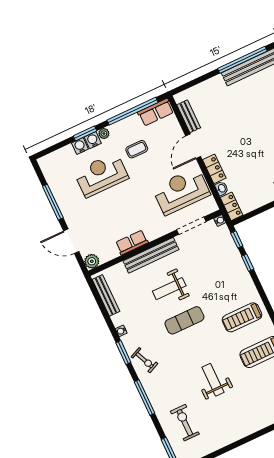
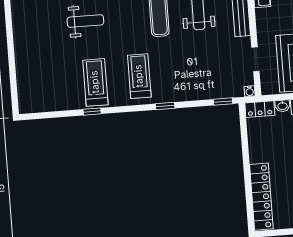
doorway: (191, 226) -> (255, 59), width x0.73
window: (248, 263) -> (165, 106), moved

